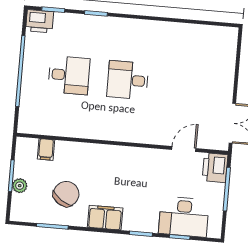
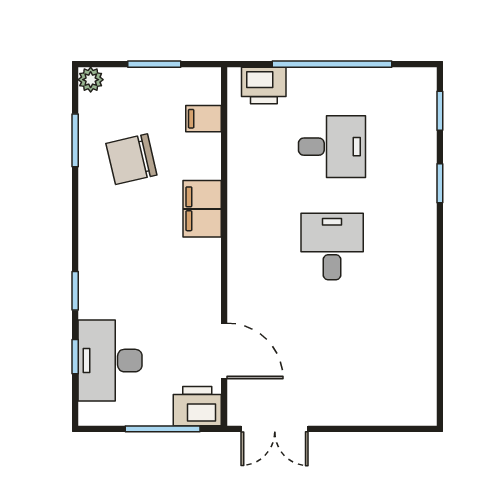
printer: (40, 21) -> (264, 86), moved, turned -90
desk: (69, 75) -> (332, 147), turned -90
door: (184, 149) -> (224, 351), width x1.38
plant: (20, 186) -> (91, 80), moved
chair: (66, 194) -> (131, 159), turned 133
filing cabinet: (105, 218) -> (202, 209), moved, turned 180

